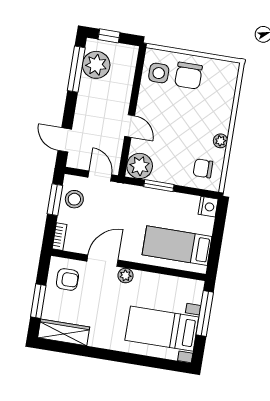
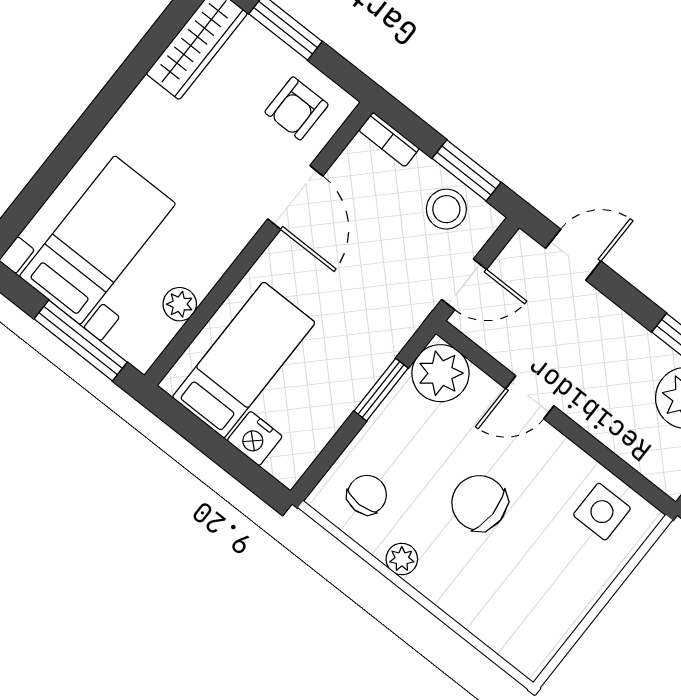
chair: (189, 76) -> (479, 503), moved
nightstand: (208, 207) -> (255, 438), moved
plant: (126, 276) -> (180, 304), moved

